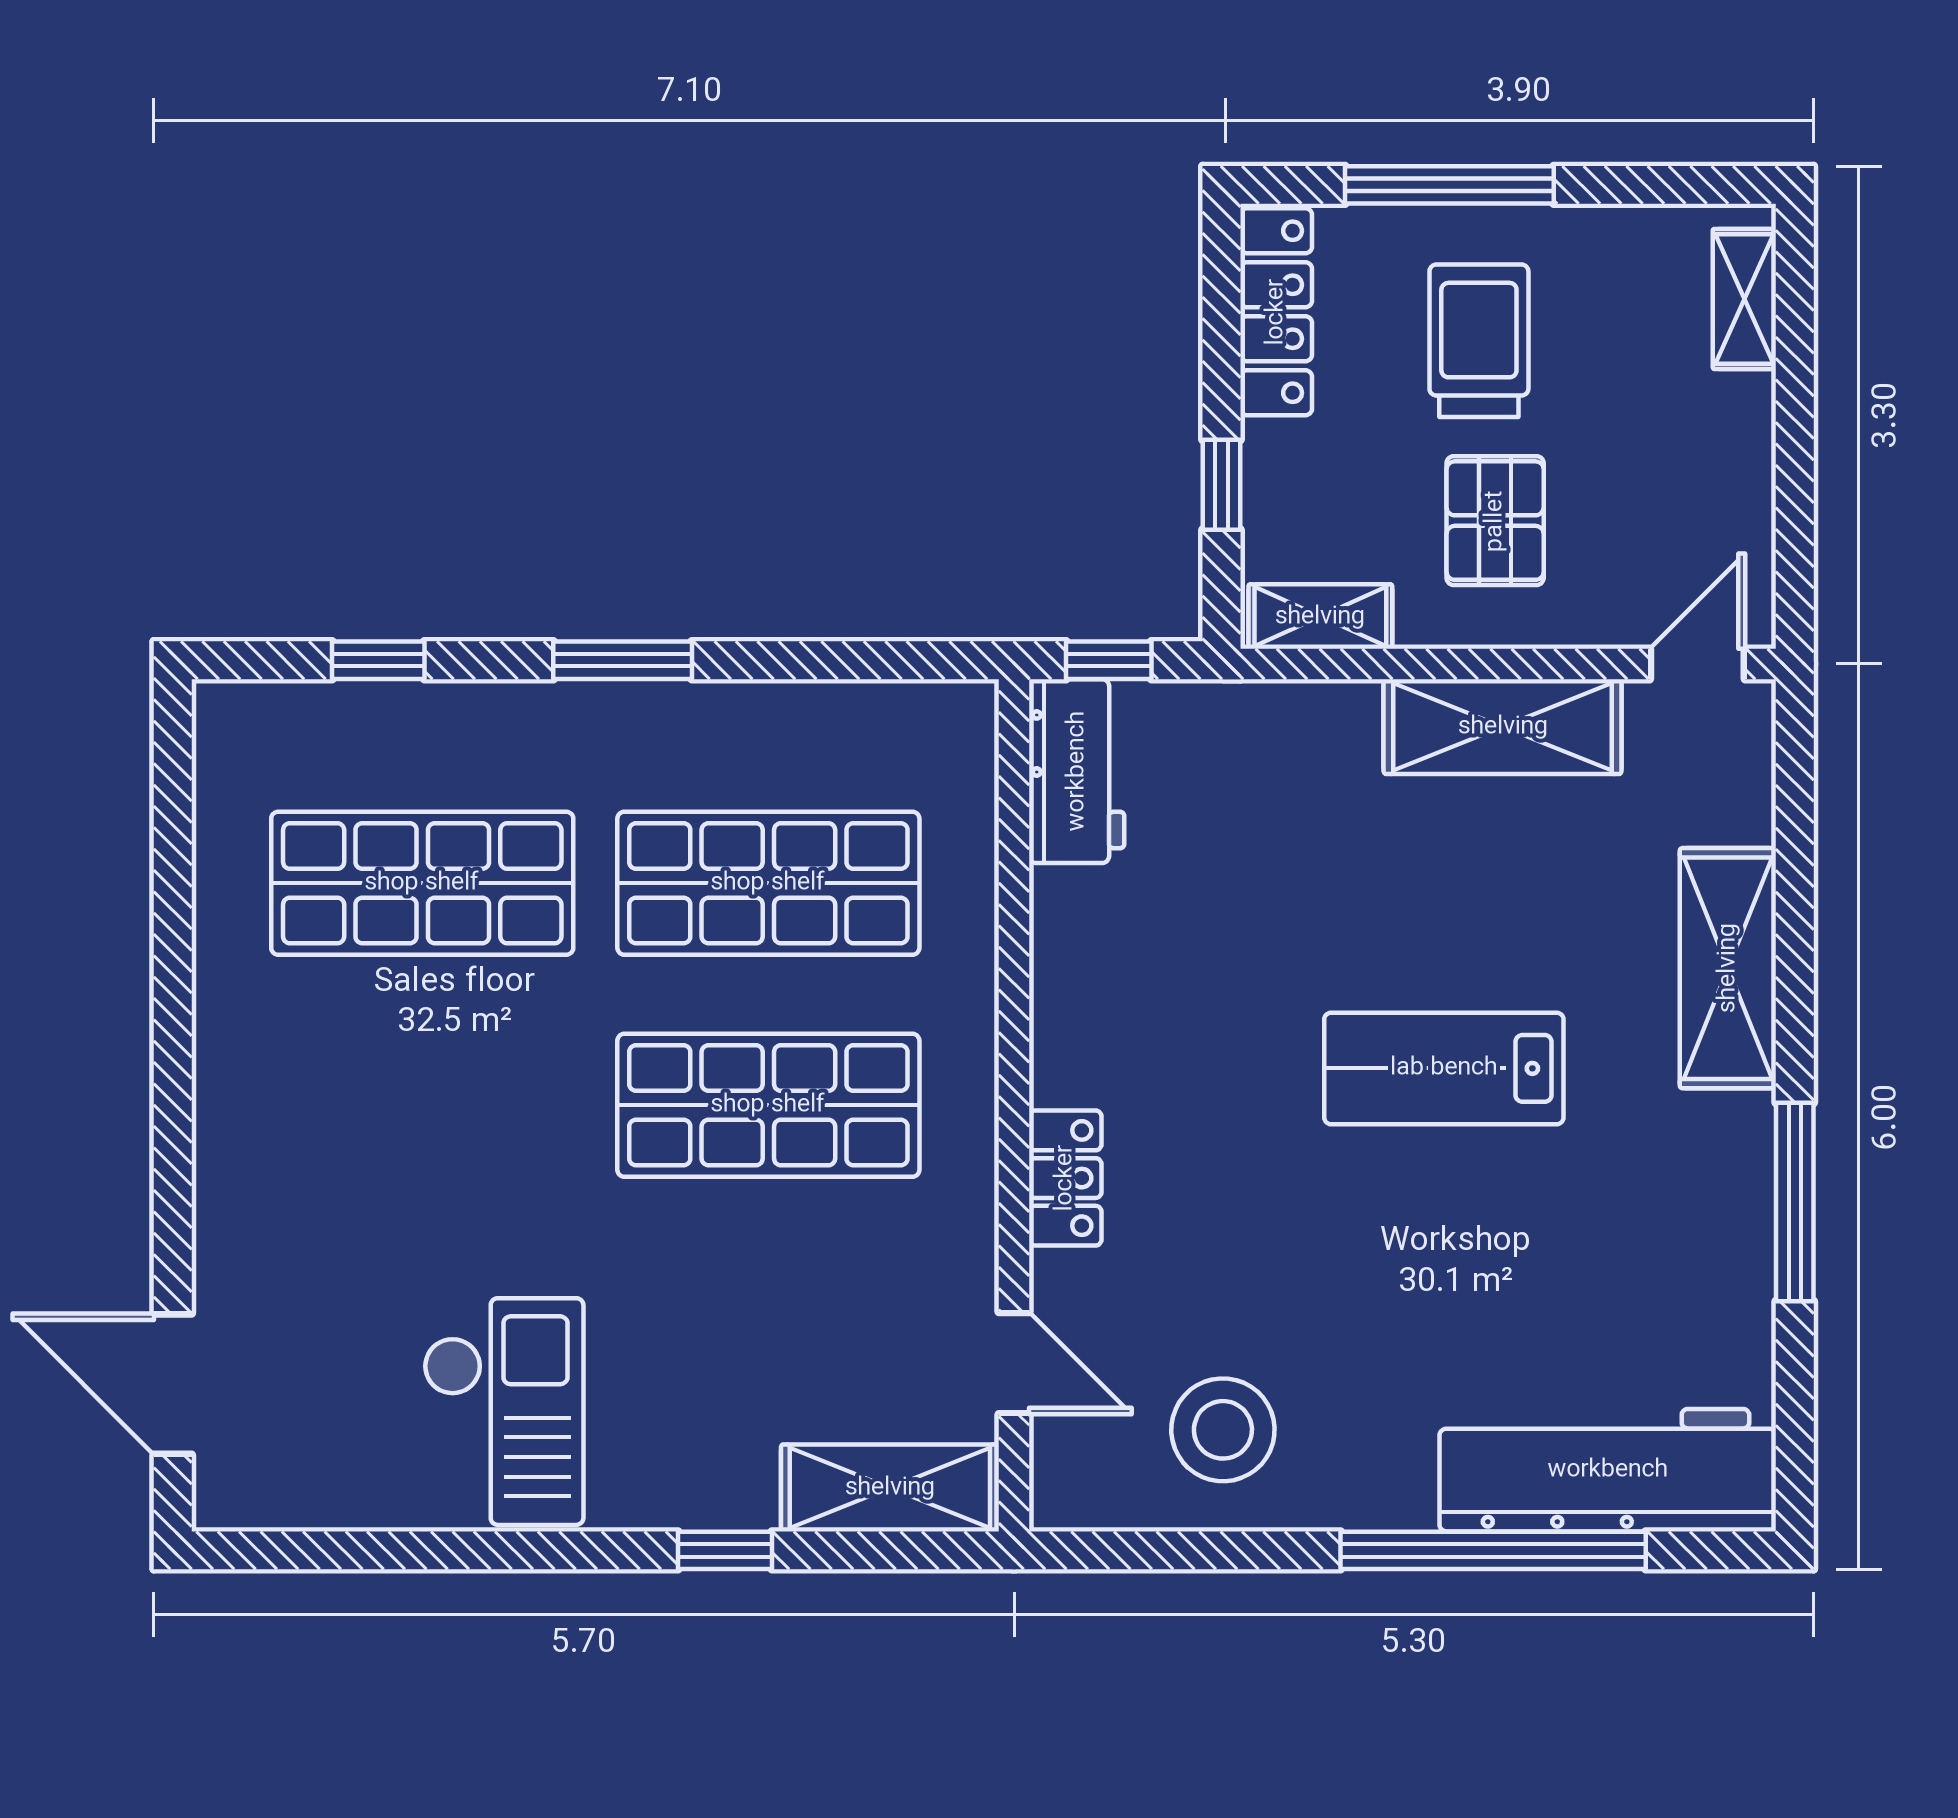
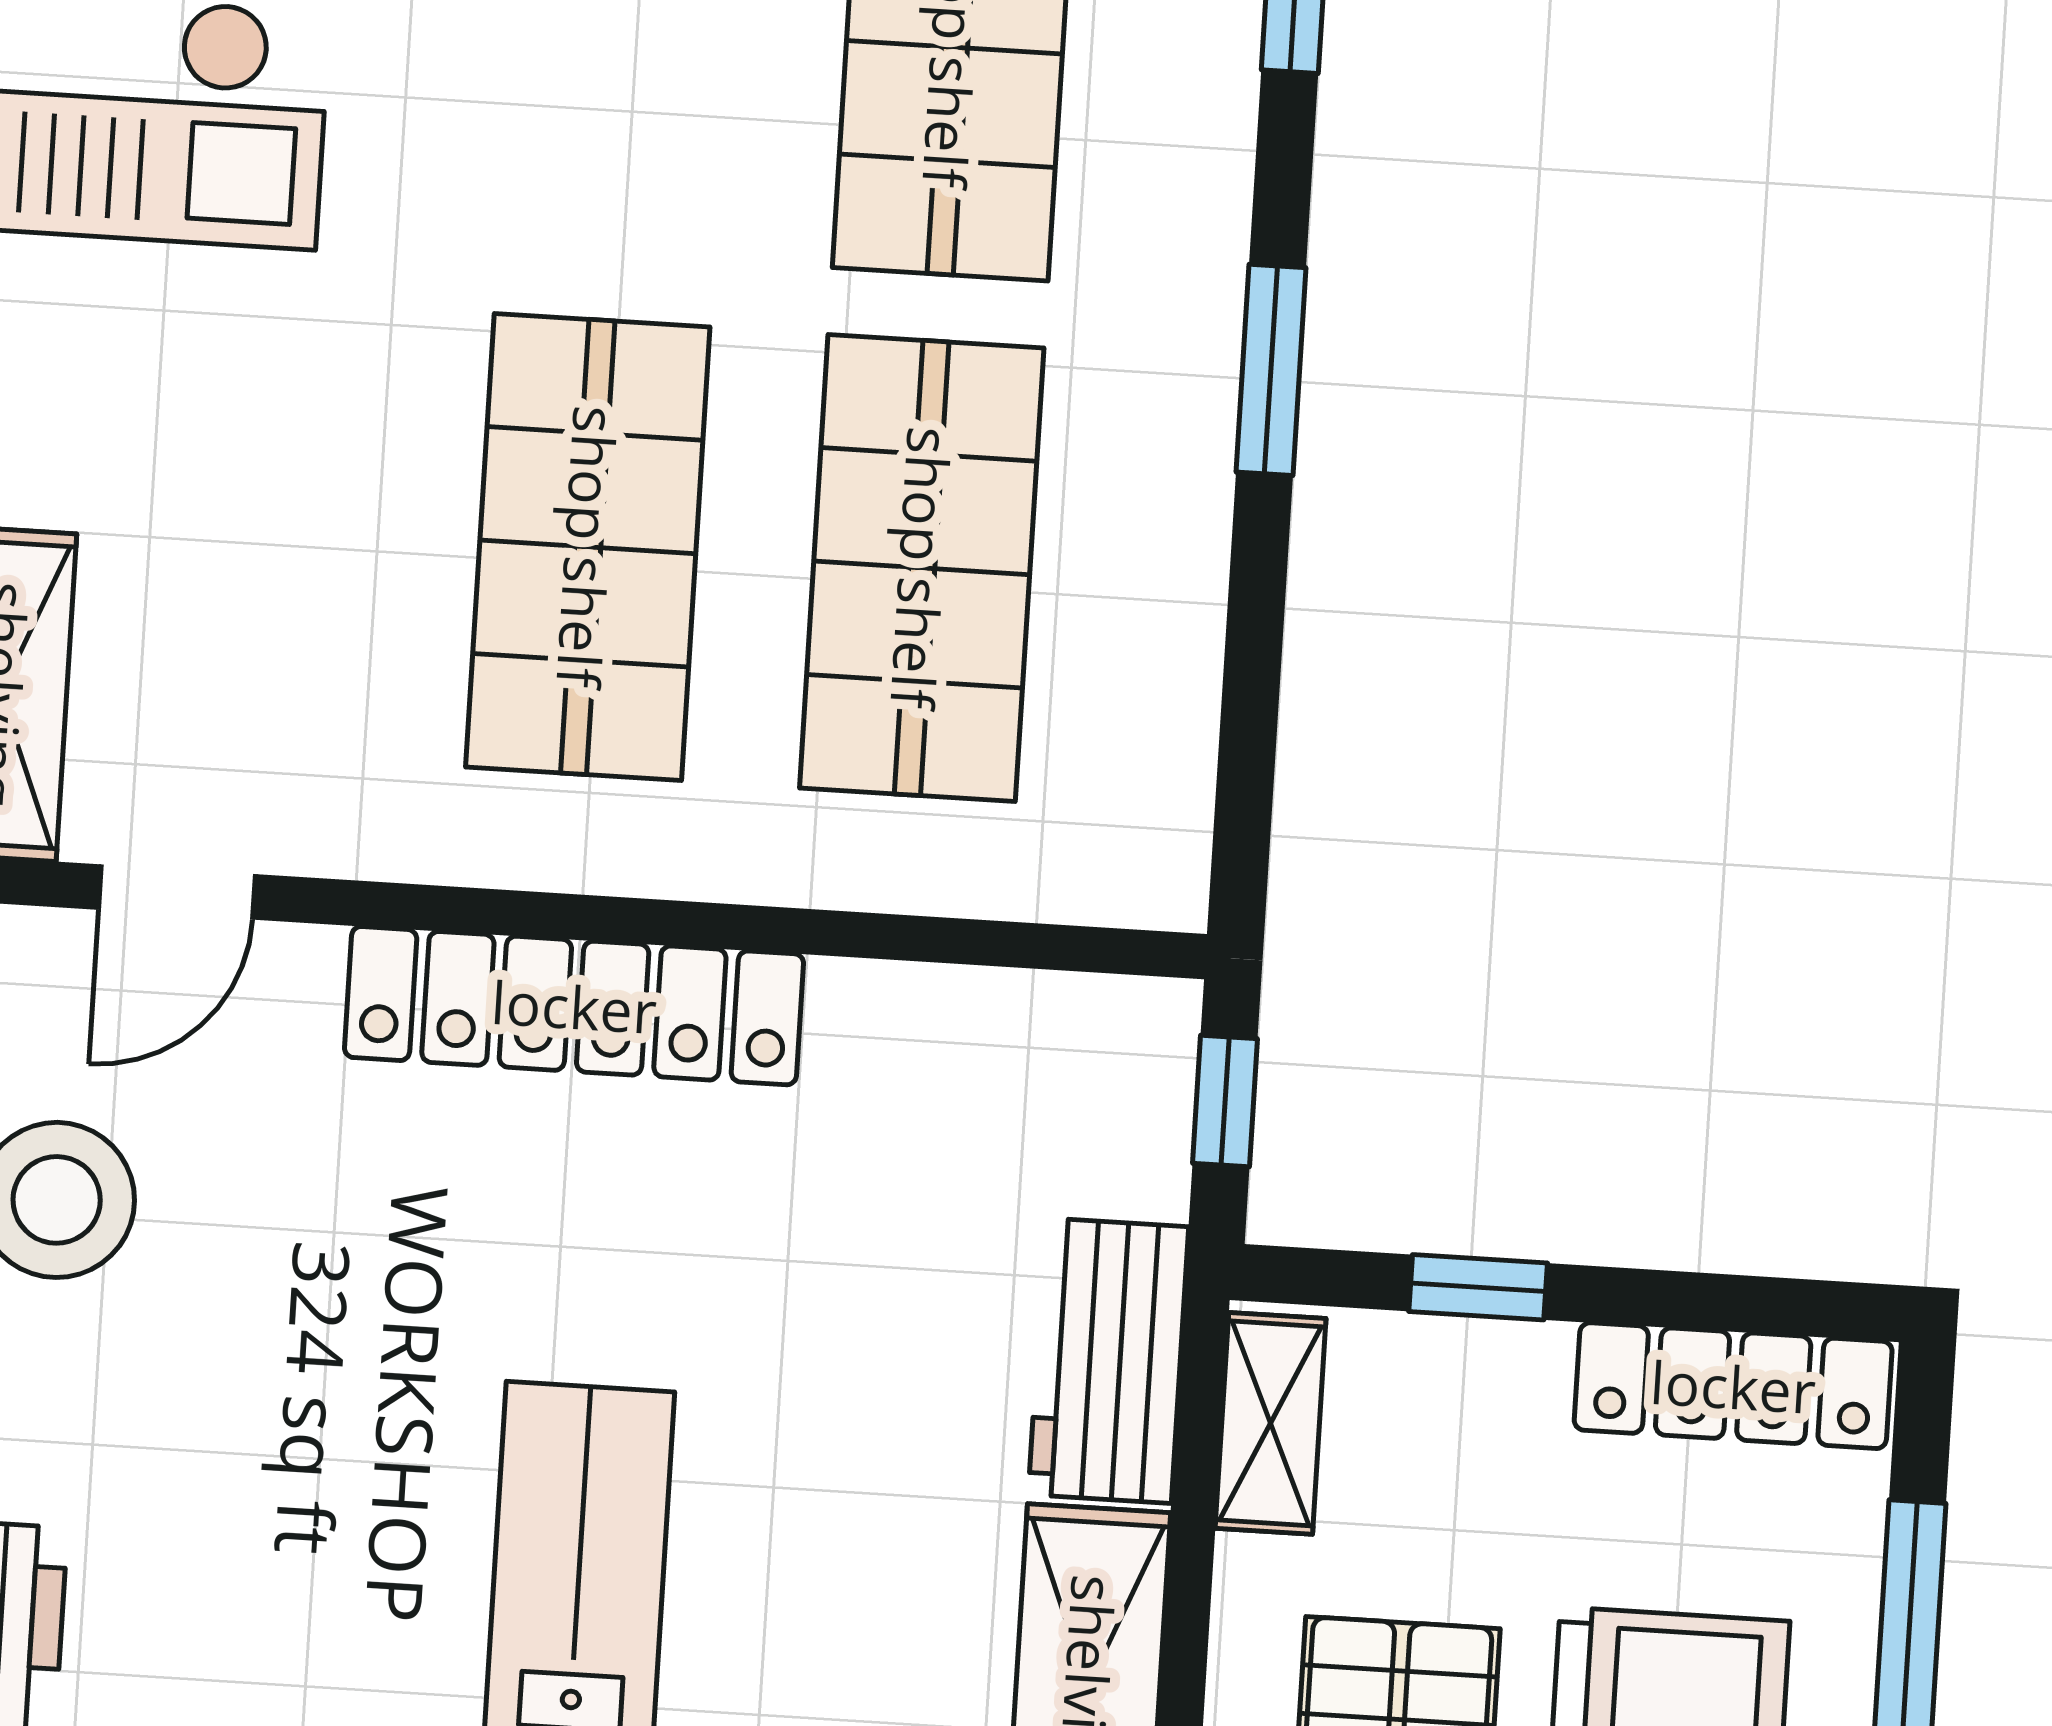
workbench: (1077, 771) -> (1108, 1361), moved, turned 90
locker: (1065, 1178) -> (574, 1006), width x2.16, depth x1.21

